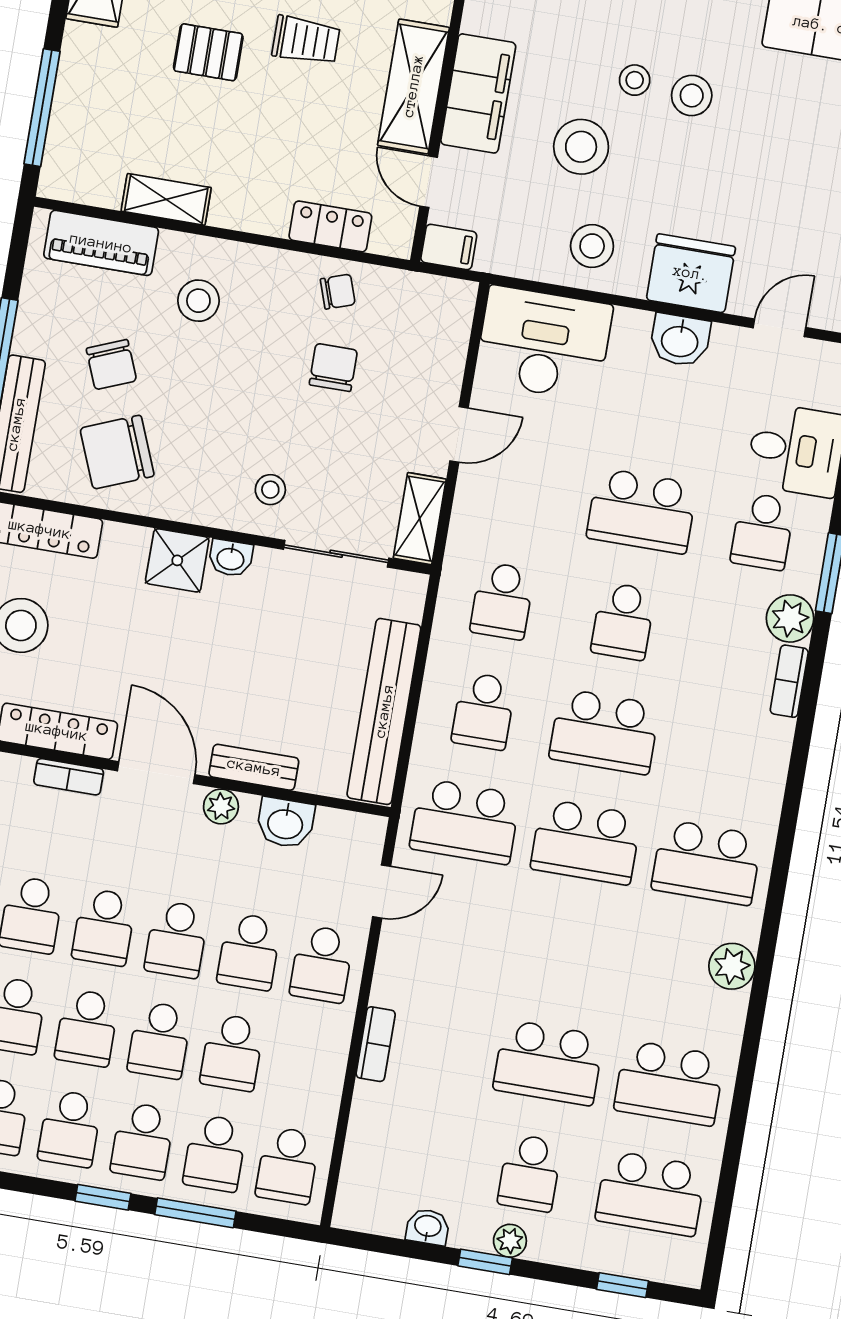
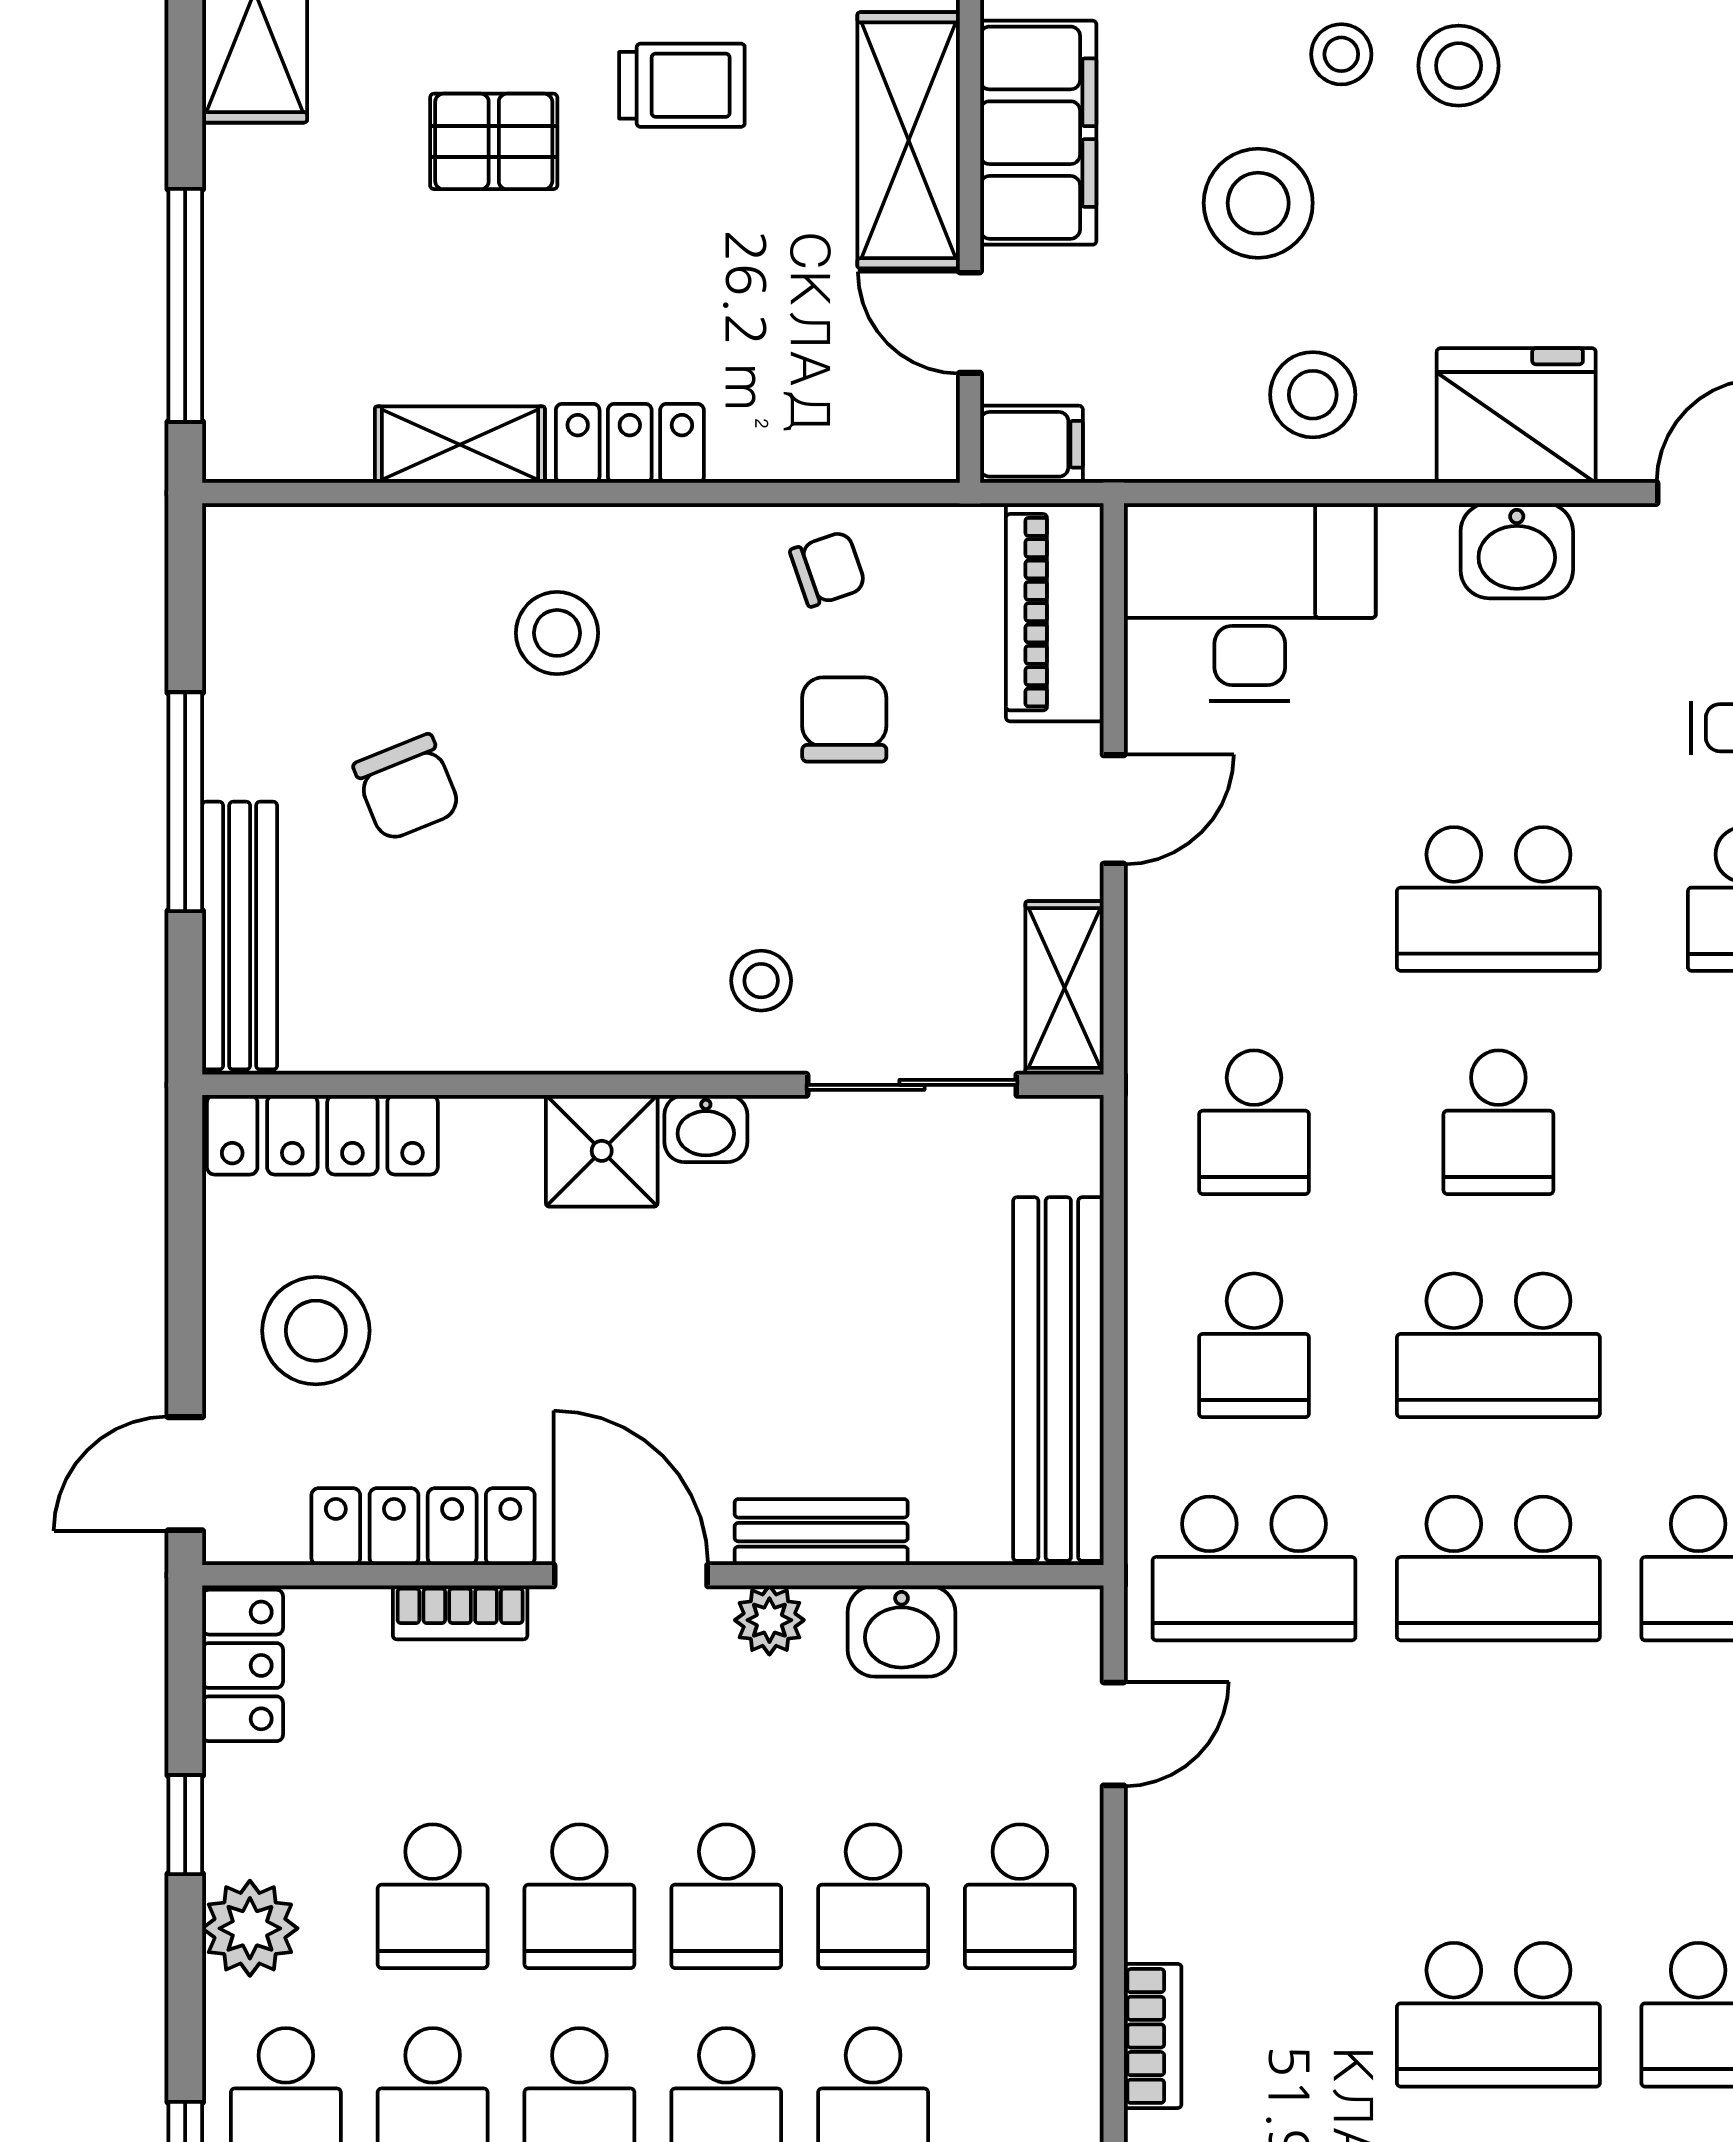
locker: (330, 226) -> (630, 443), moved
piano: (101, 243) -> (1055, 612), moved, turned 90
chair: (117, 452) -> (447, 958), removed

